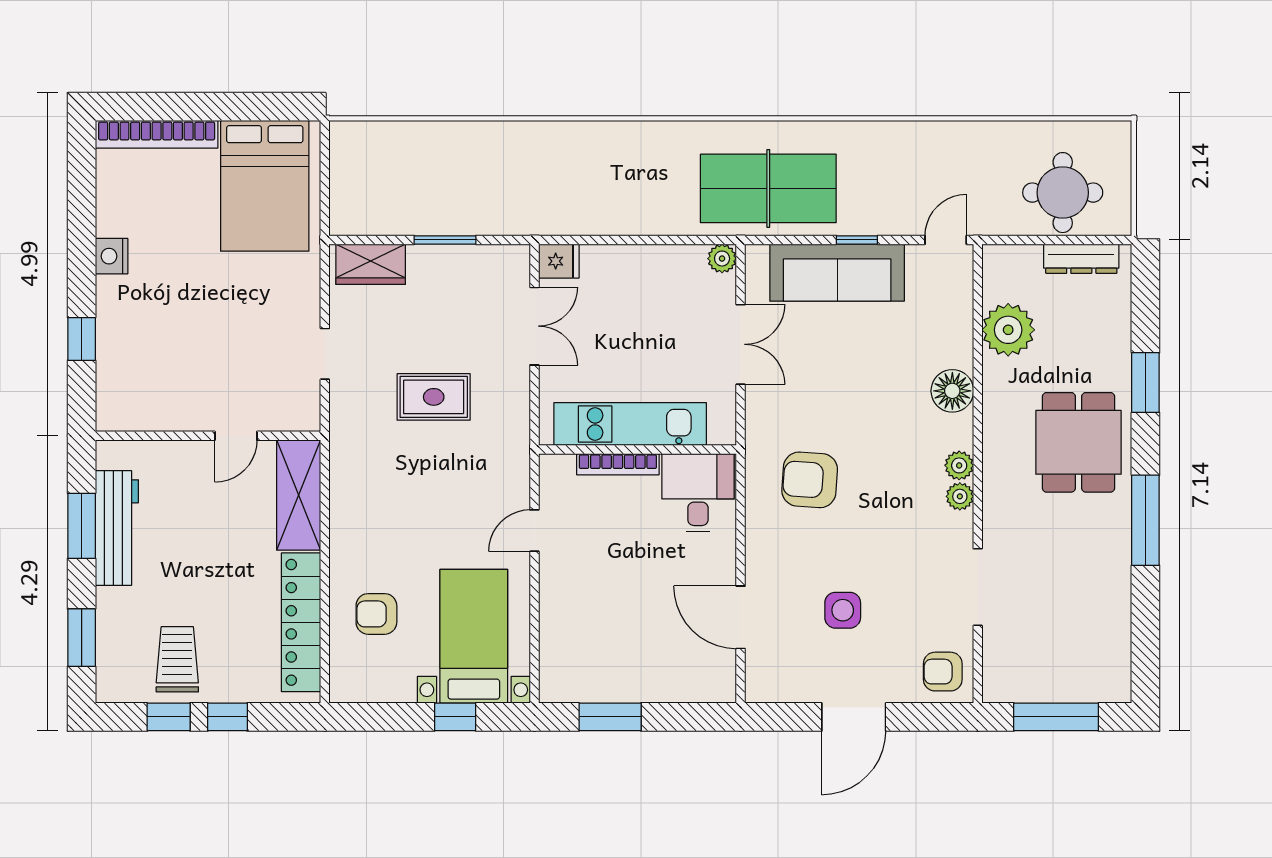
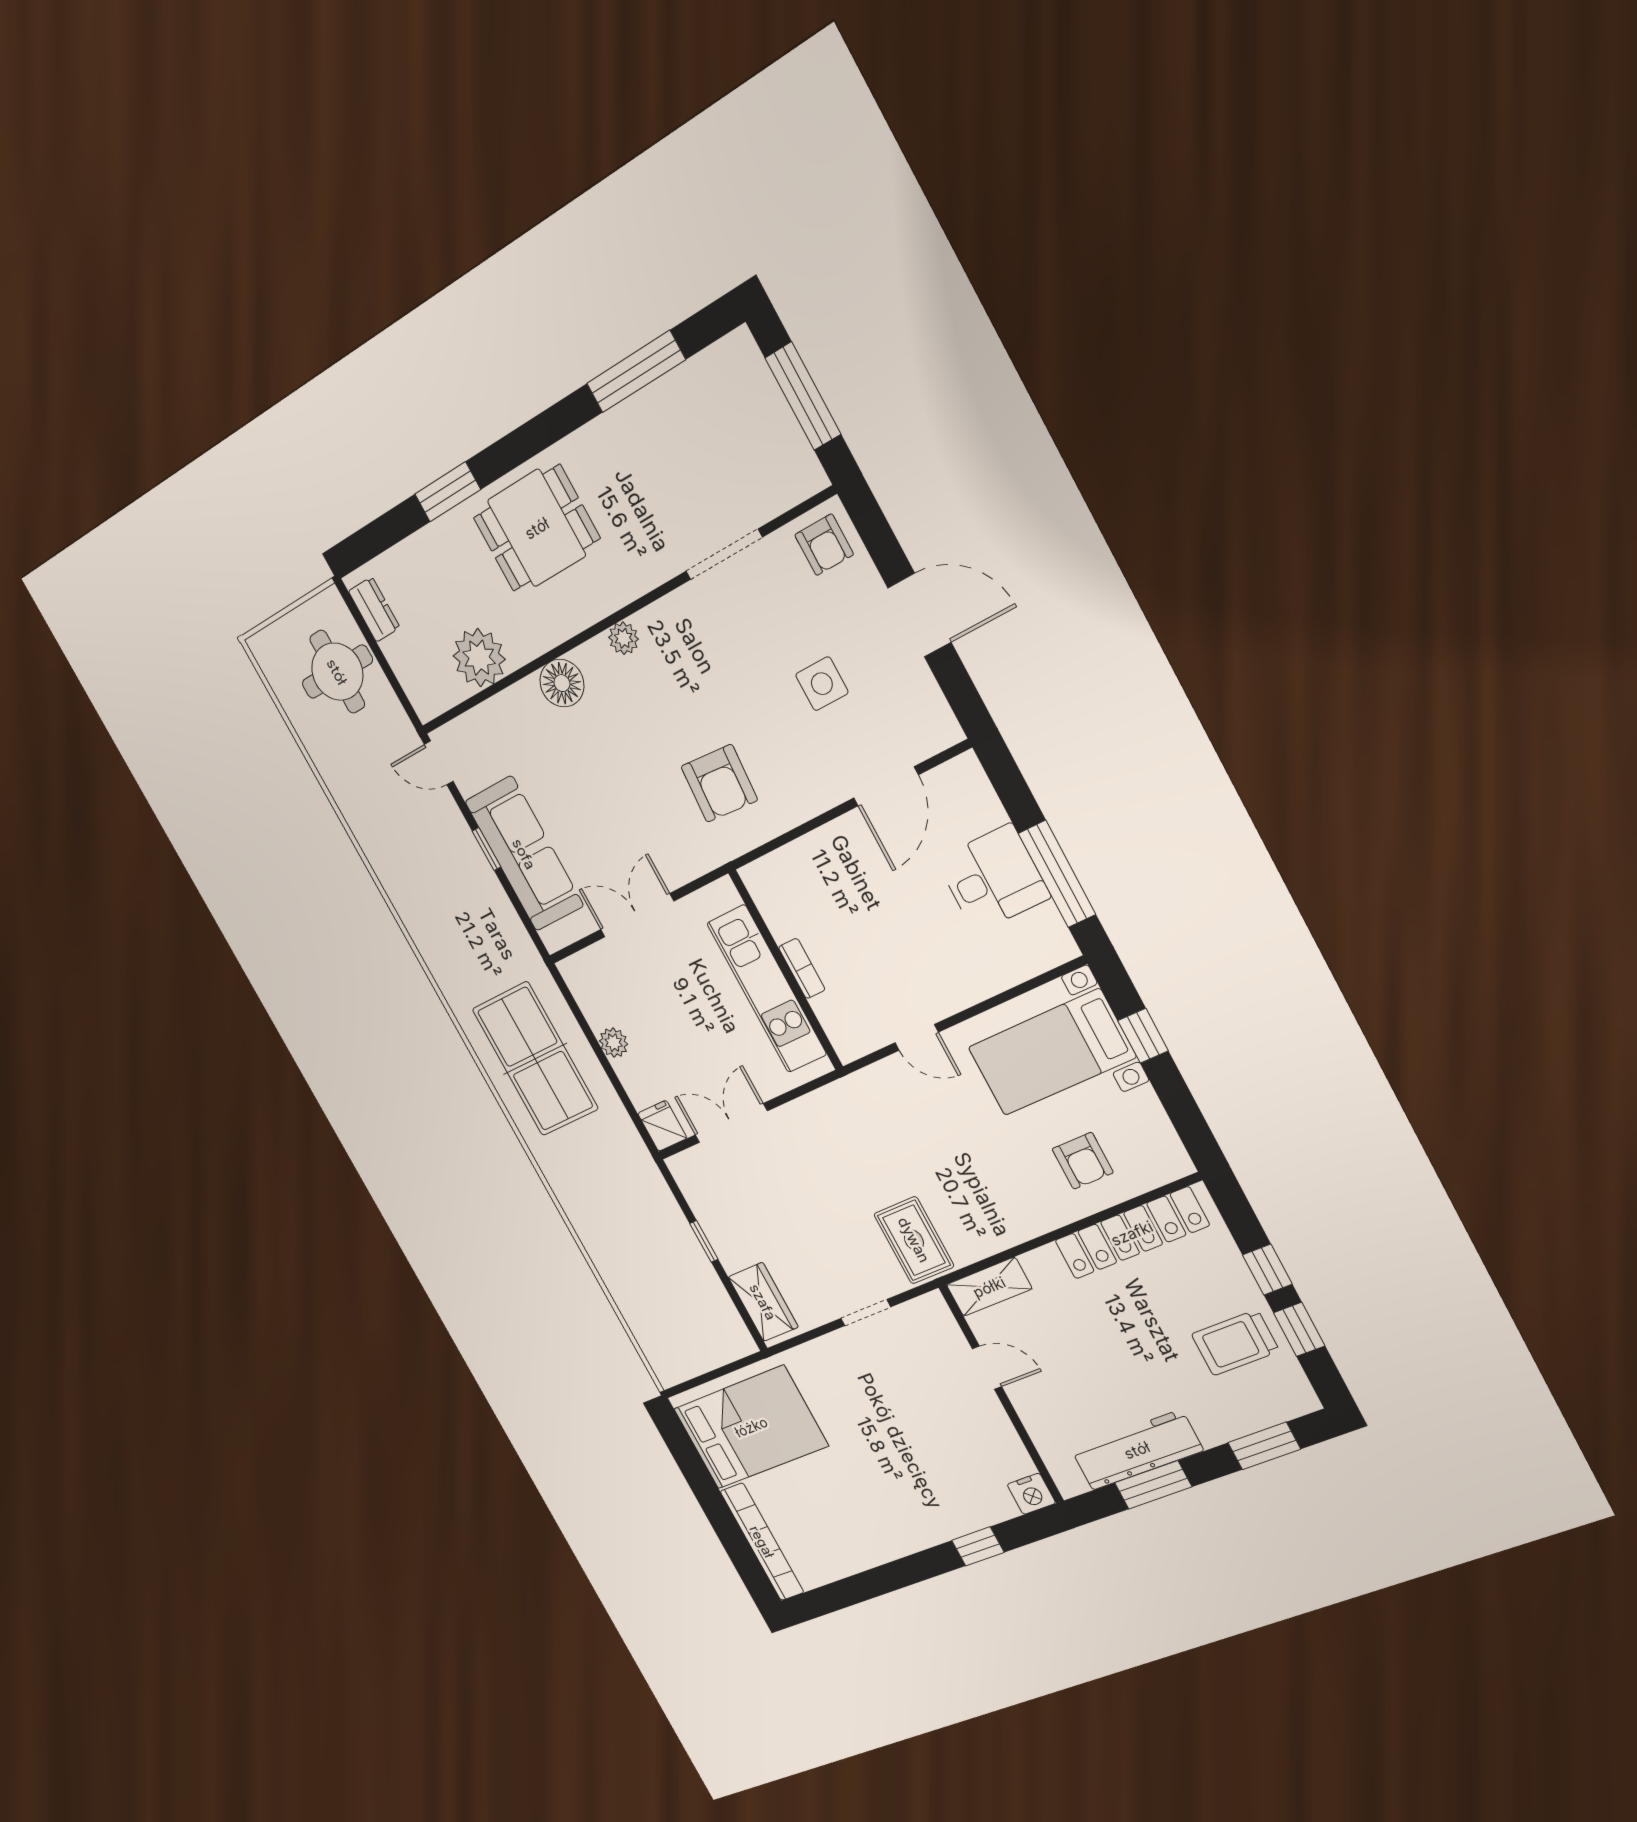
table tennis table: (768, 188) -> (535, 1059), moved
window: (445, 240) -> (704, 1241), width x0.67
nightstand: (112, 256) -> (1031, 1494), moved
plant: (722, 259) -> (614, 1043), moved
dresser: (1081, 259) -> (374, 609), width x0.70
rug: (434, 397) -> (914, 1240), moved
bookcase: (618, 464) -> (802, 968), width x0.64
desk: (698, 493) -> (993, 879), moved, turned 180
shelving: (299, 495) -> (989, 1287), width x0.67, depth x0.75
plant: (960, 496) -> (651, 621), removed
window: (1145, 520) -> (636, 372), moved
window: (610, 717) -> (1057, 874), width x1.44

